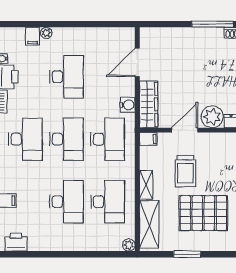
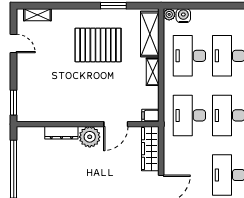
water cooler: (128, 105) -> (183, 16), moved, turned 90
trolley: (185, 171) -> (115, 85), removed

